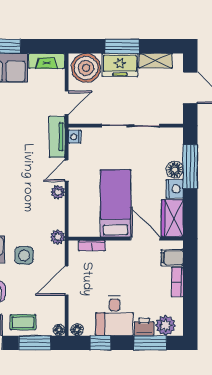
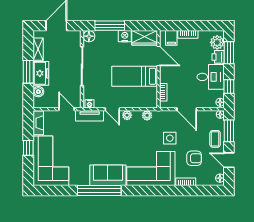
boiler: (86, 68) -> (38, 92), width x0.54, depth x0.54
floor lamp: (175, 170) -> (89, 36), moved
plant: (58, 237) -> (147, 115), moved
door: (145, 239) -> (158, 56), swing flipped

